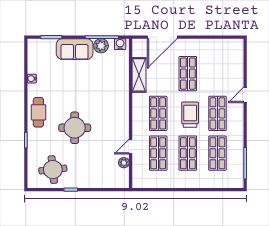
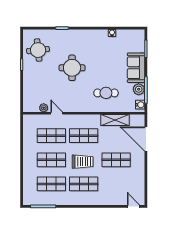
door: (245, 95) -> (133, 206), moved
cafe table: (38, 112) -> (106, 93), moved

